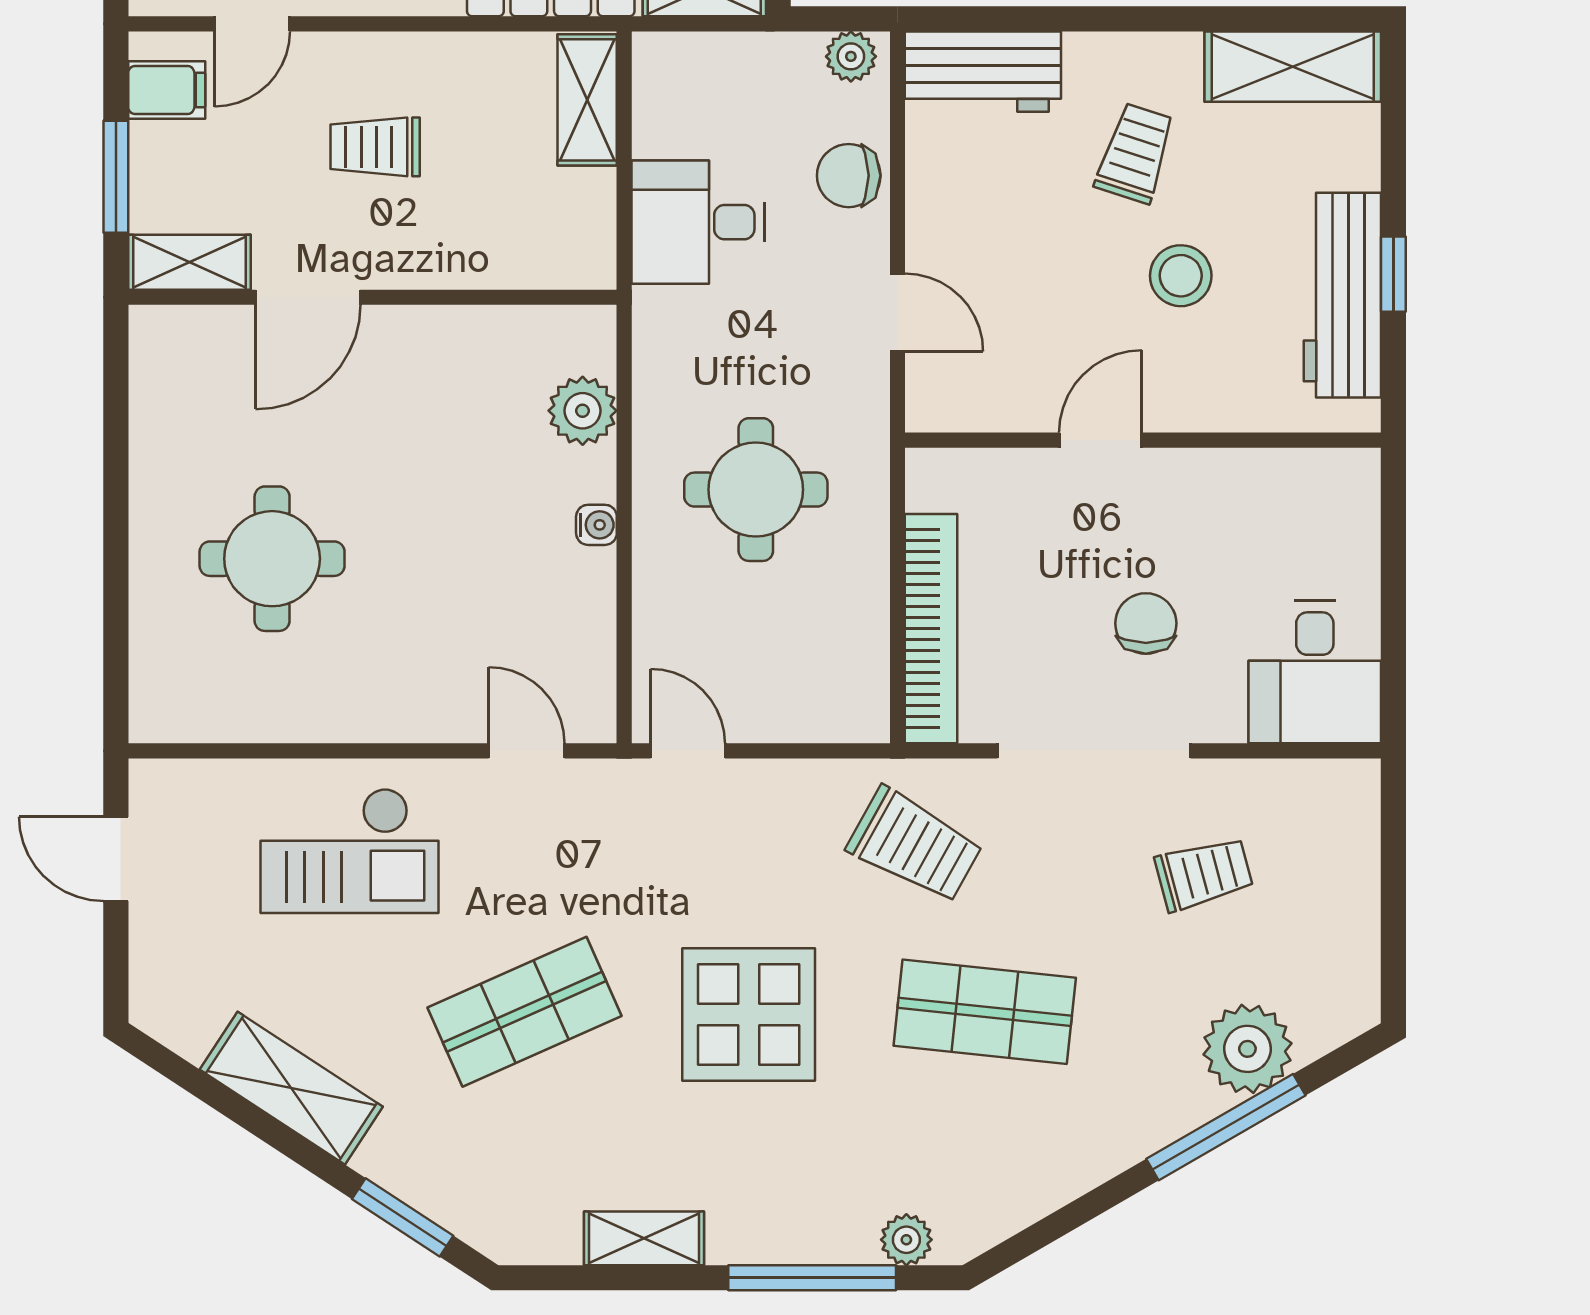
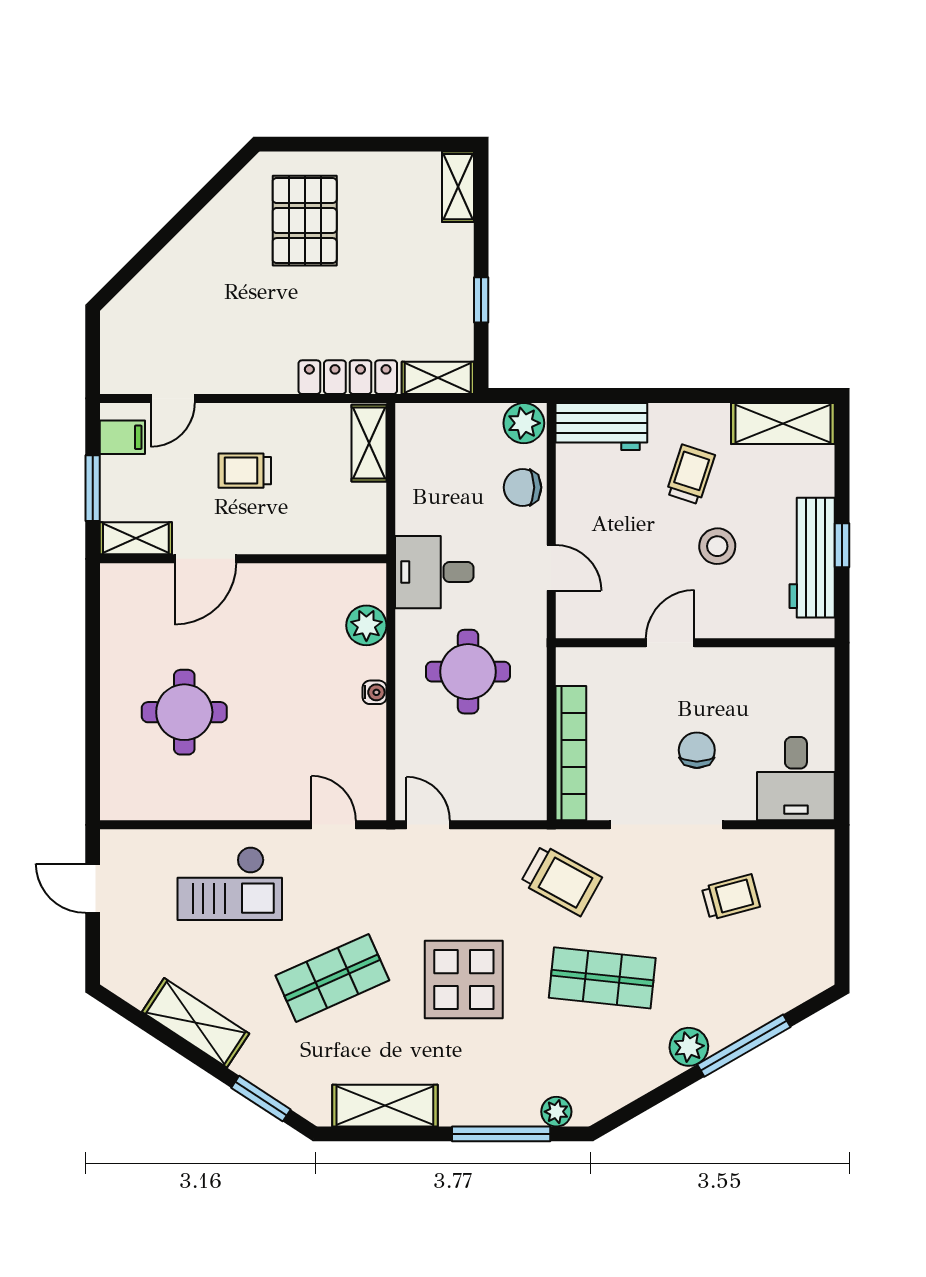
plant: (851, 56) -> (524, 423), width x1.38, depth x1.38
desk: (698, 222) -> (434, 572), moved
plant: (1247, 1049) -> (689, 1047), moved, width x0.73, depth x0.73
shelving: (644, 1238) -> (385, 1106), width x1.50, depth x1.33

